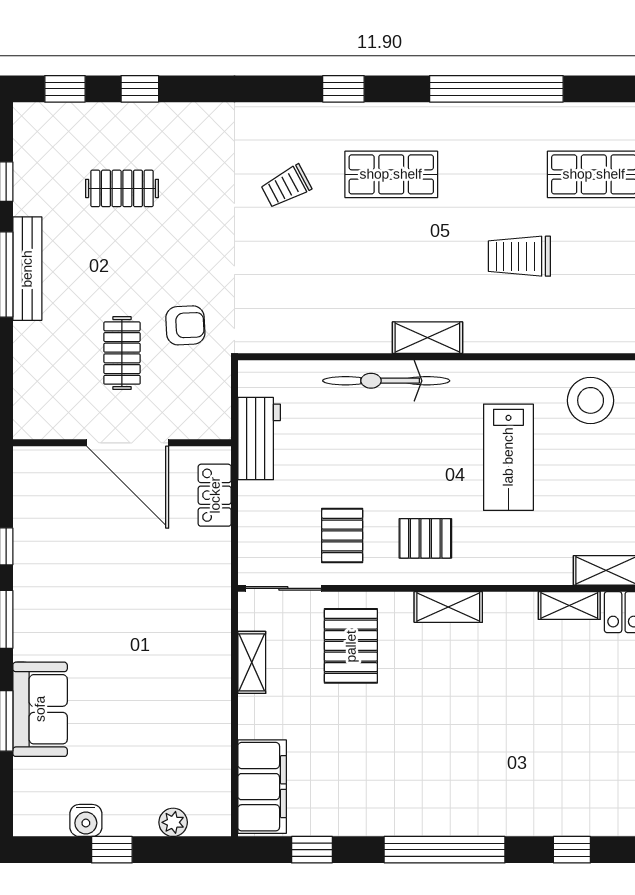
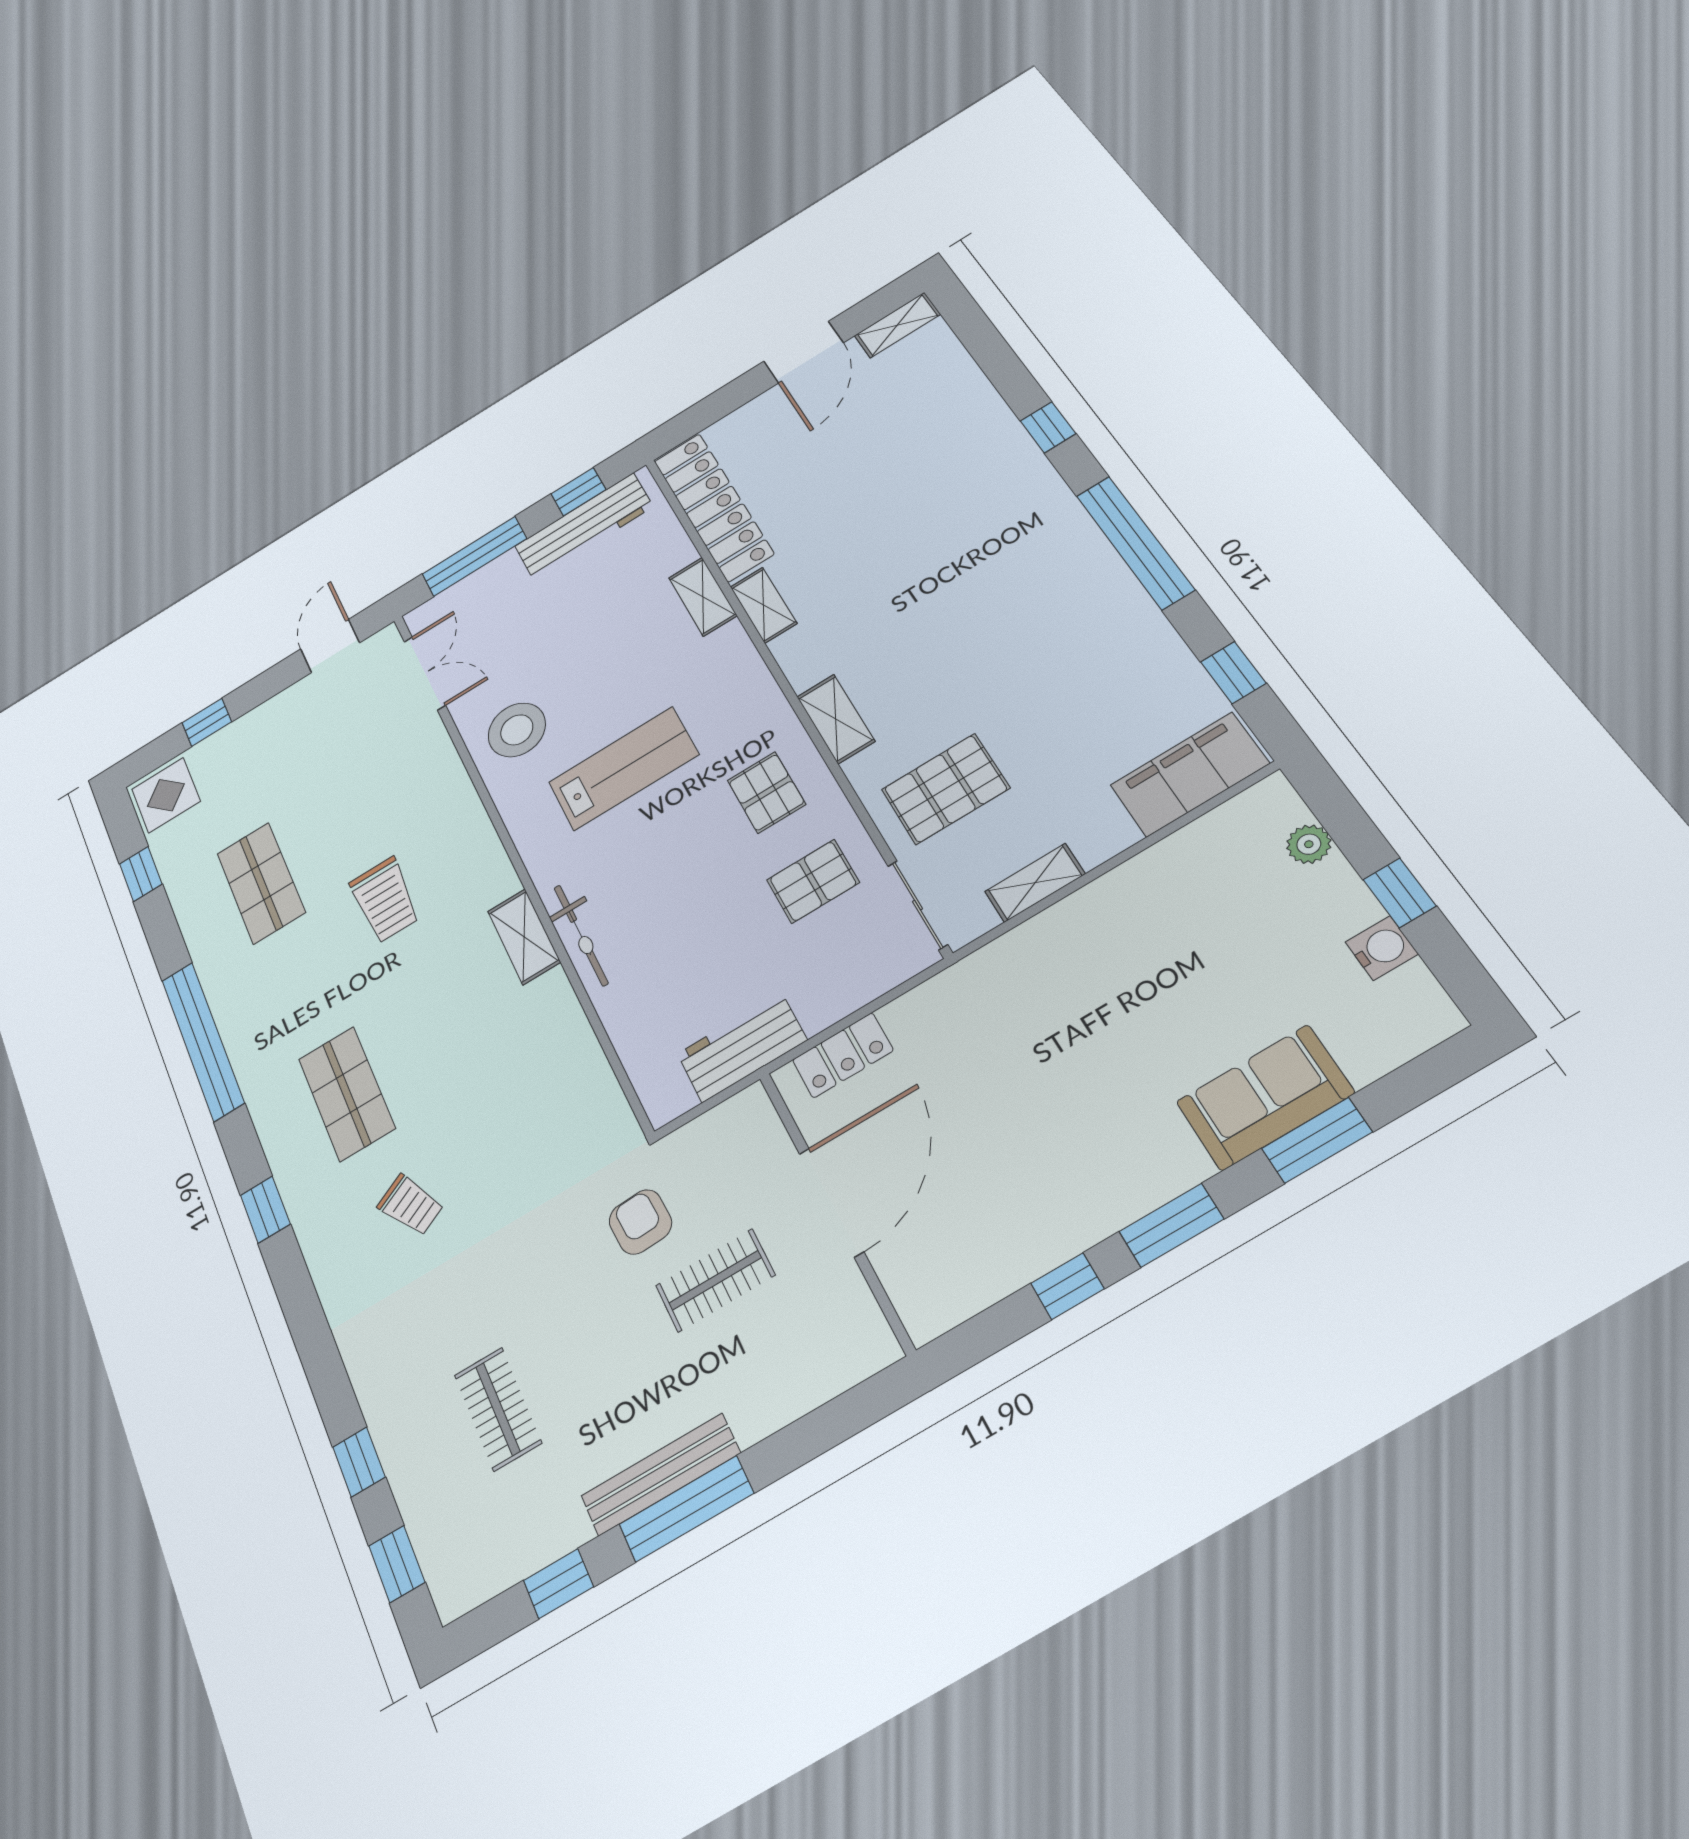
bicycle: (386, 381) -> (581, 935), width x0.73, depth x0.71

